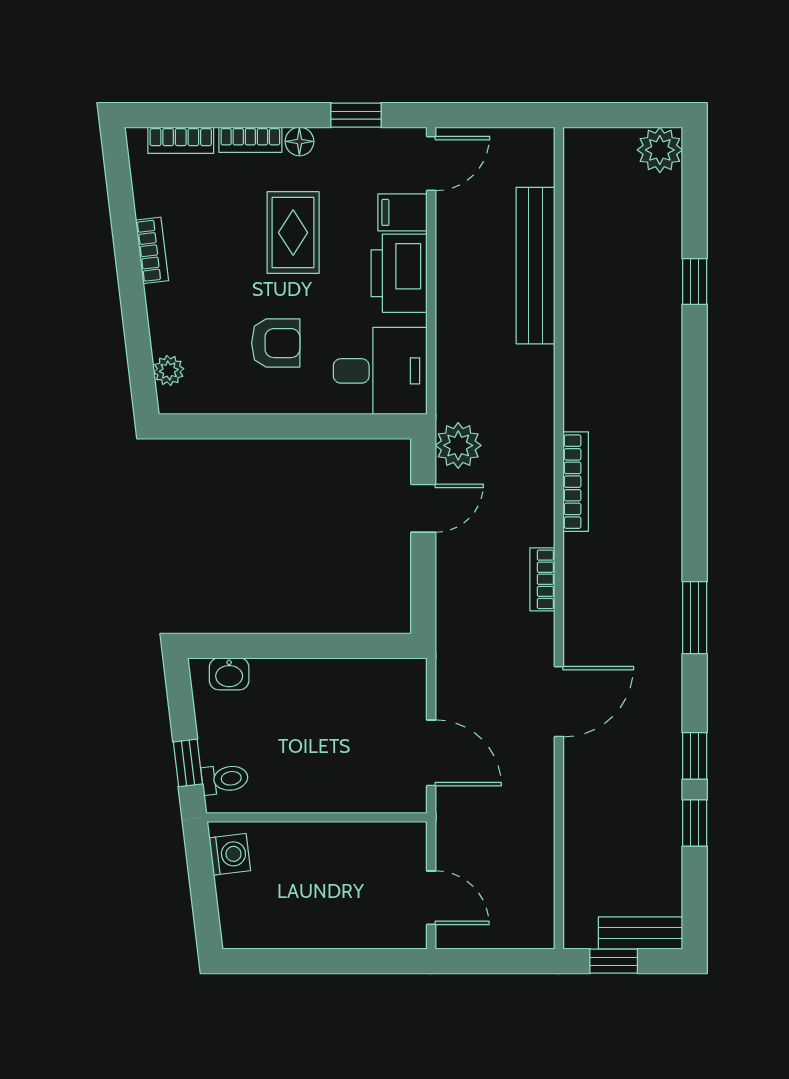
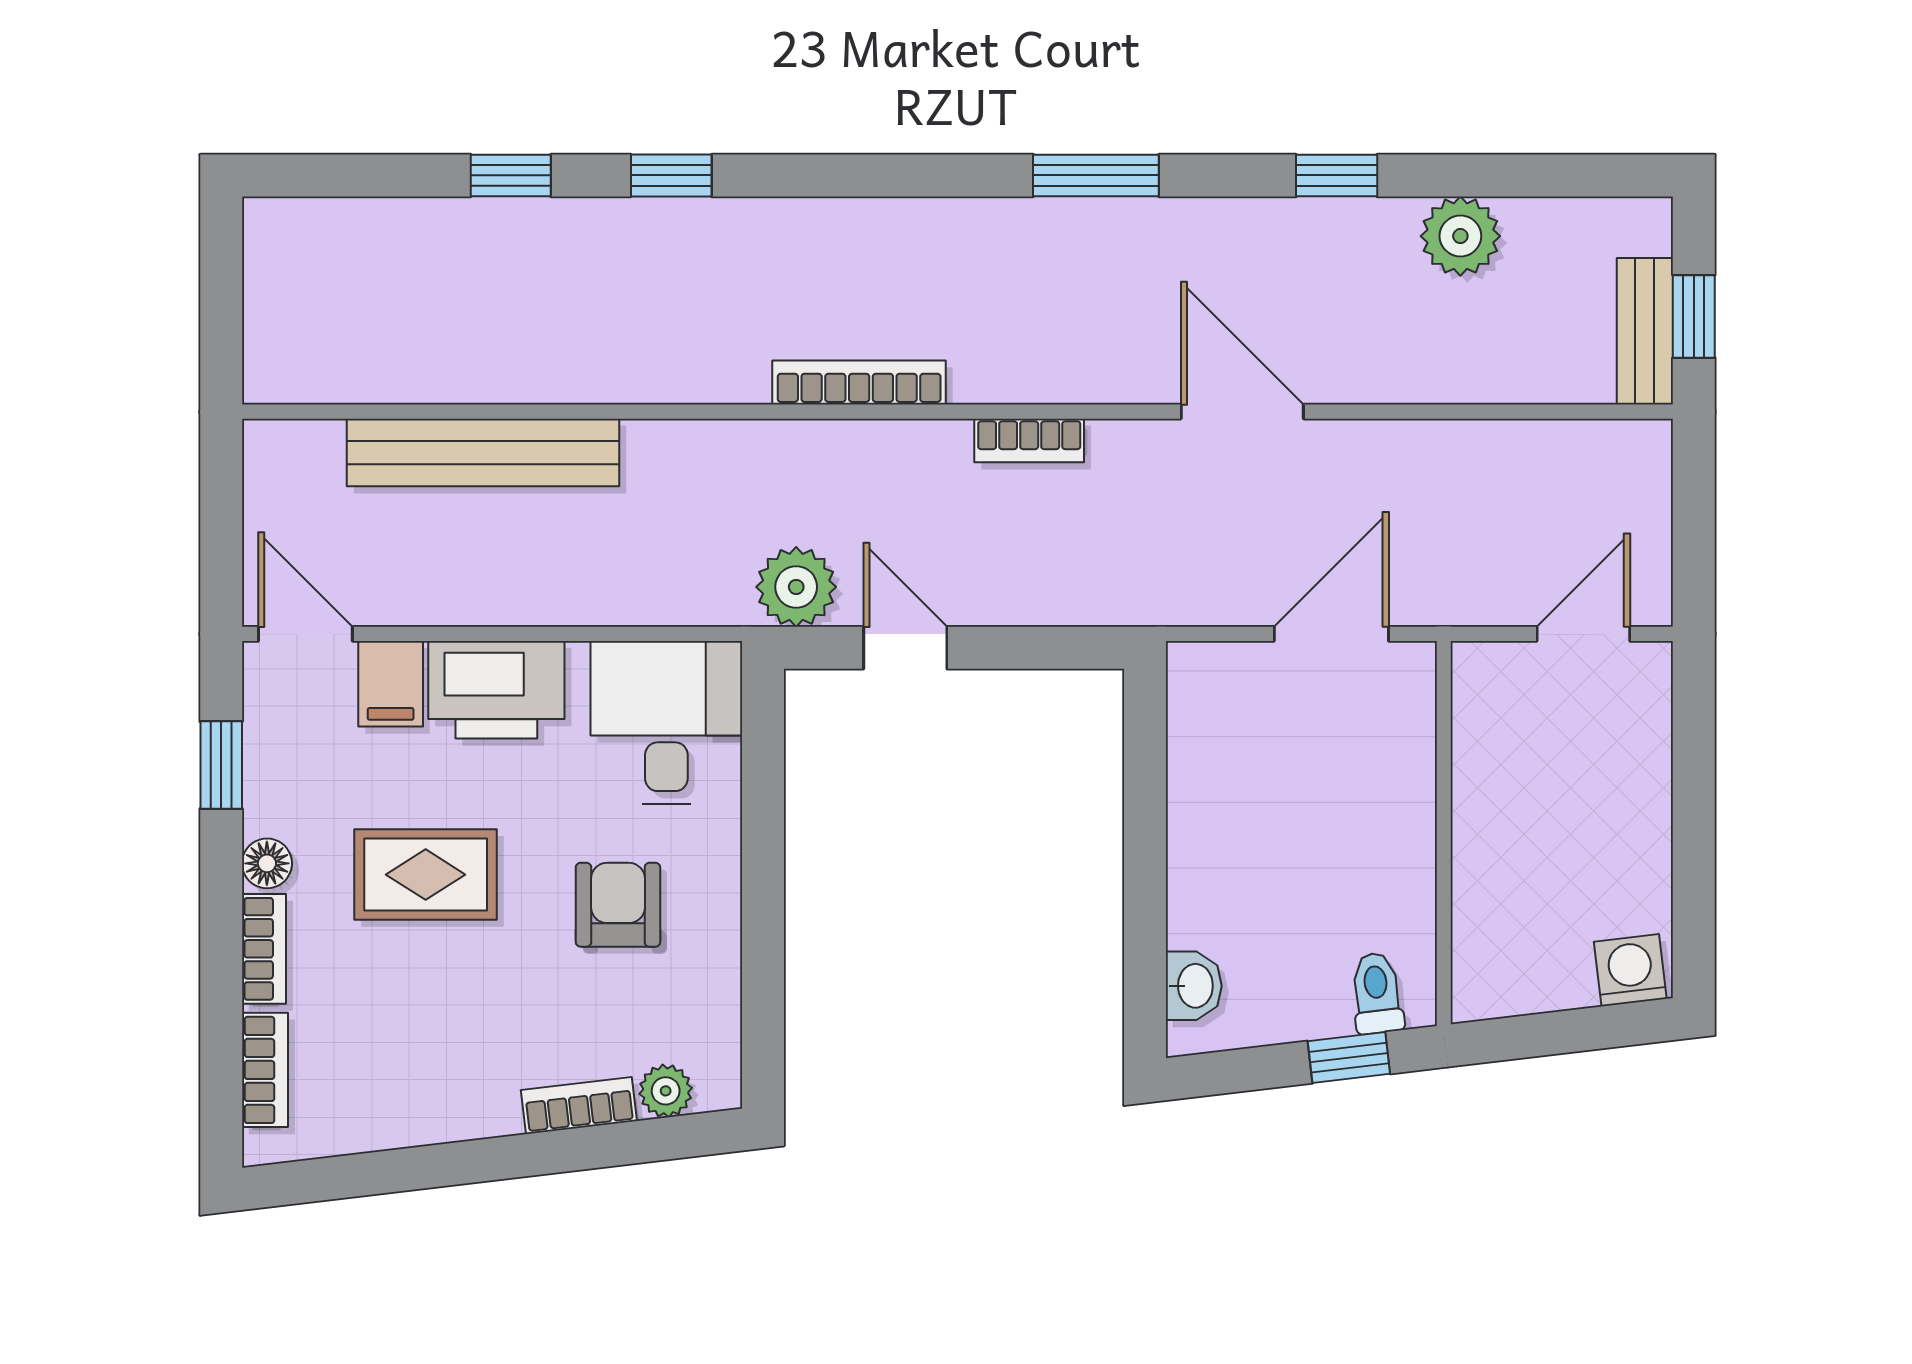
plant: (660, 150) -> (1460, 236), moved
bookcase: (152, 250) -> (579, 1105), moved
window: (695, 823) -> (671, 175), moved
washing machine: (230, 854) -> (1630, 970), moved
bench: (640, 933) -> (1645, 331), moved

